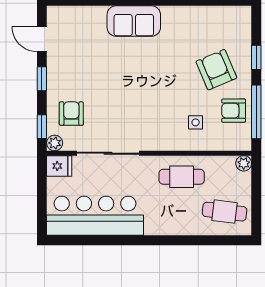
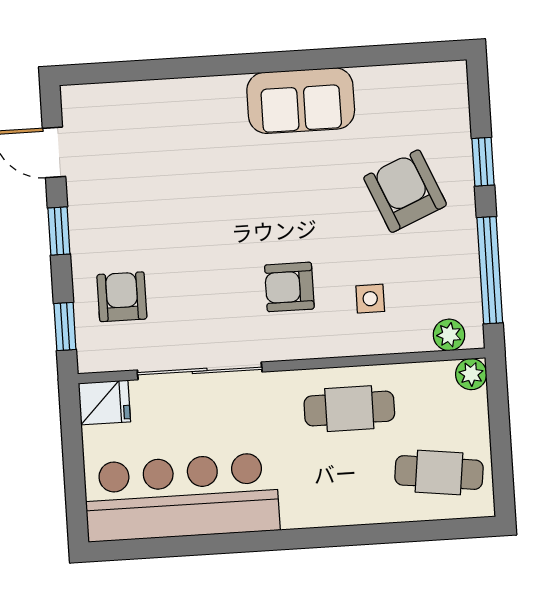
sofa: (134, 21) -> (301, 101), moved
armchair: (234, 111) -> (289, 287), moved
plant: (55, 143) -> (449, 335), moved

